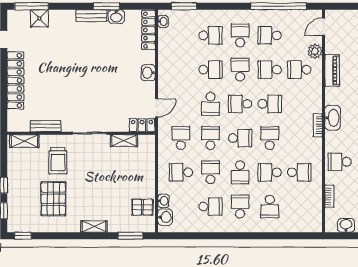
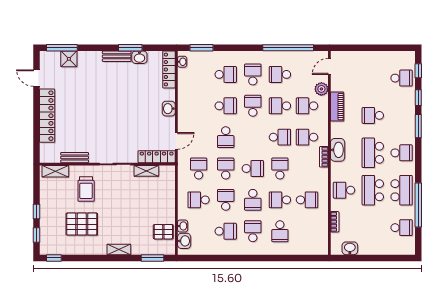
school desk: (240, 104) -> (307, 137), moved
locker: (142, 125) -> (157, 157), width x1.53
pallet: (53, 199) -> (82, 224), turned 90

